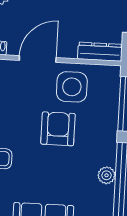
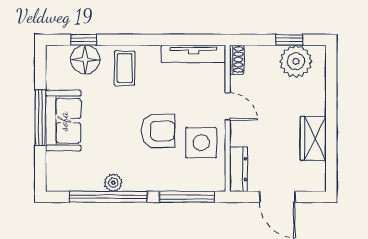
door: (38, 59) -> (228, 106), width x0.73

